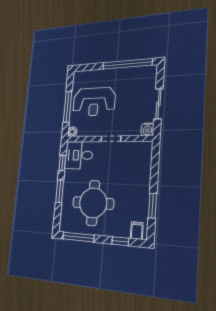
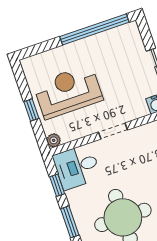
reception desk: (94, 102) -> (68, 92), turned 180
window: (68, 107) -> (31, 110), width x0.46

